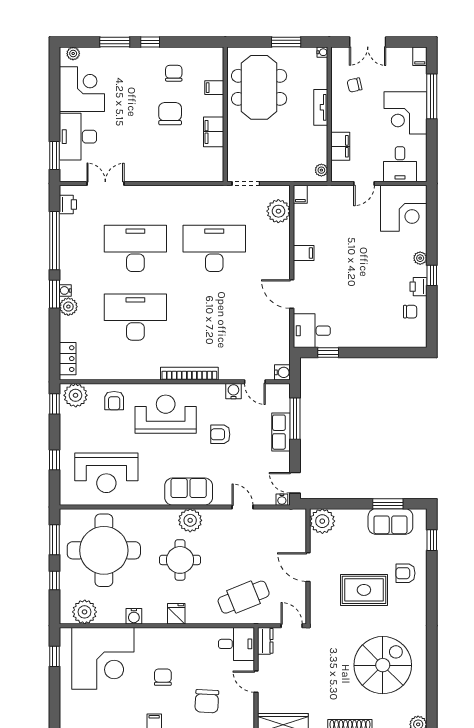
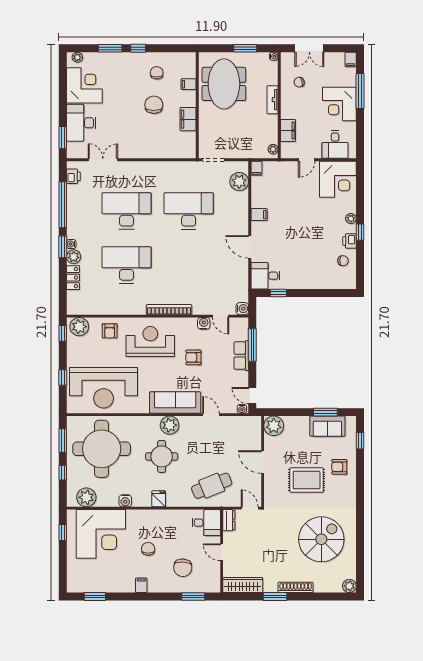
locker: (68, 359) -> (73, 278), moved
reception desk: (106, 473) -> (104, 388), width x1.36, depth x1.30
sofa: (189, 492) -> (175, 403), width x1.36

